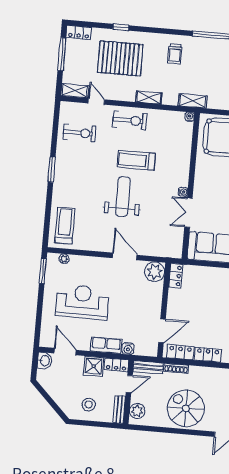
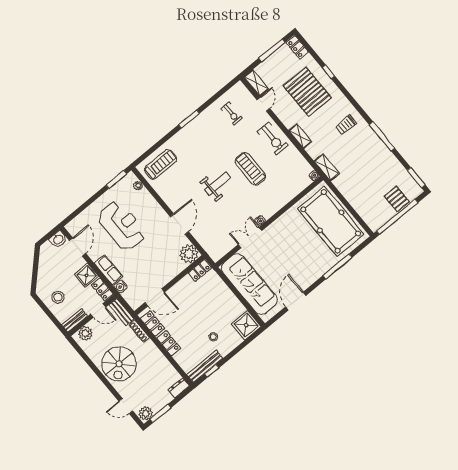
exercise bike: (80, 133) -> (231, 113), width x0.73, depth x0.72
weight bench: (123, 197) -> (218, 184), width x0.73, depth x0.75
spiral stairs: (186, 408) -> (119, 364), turned 180

